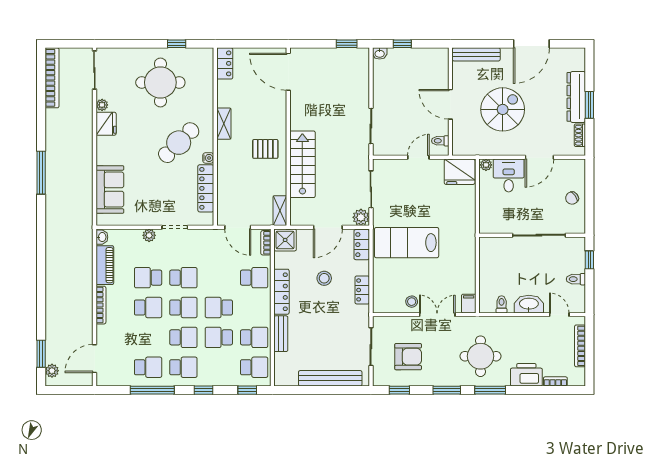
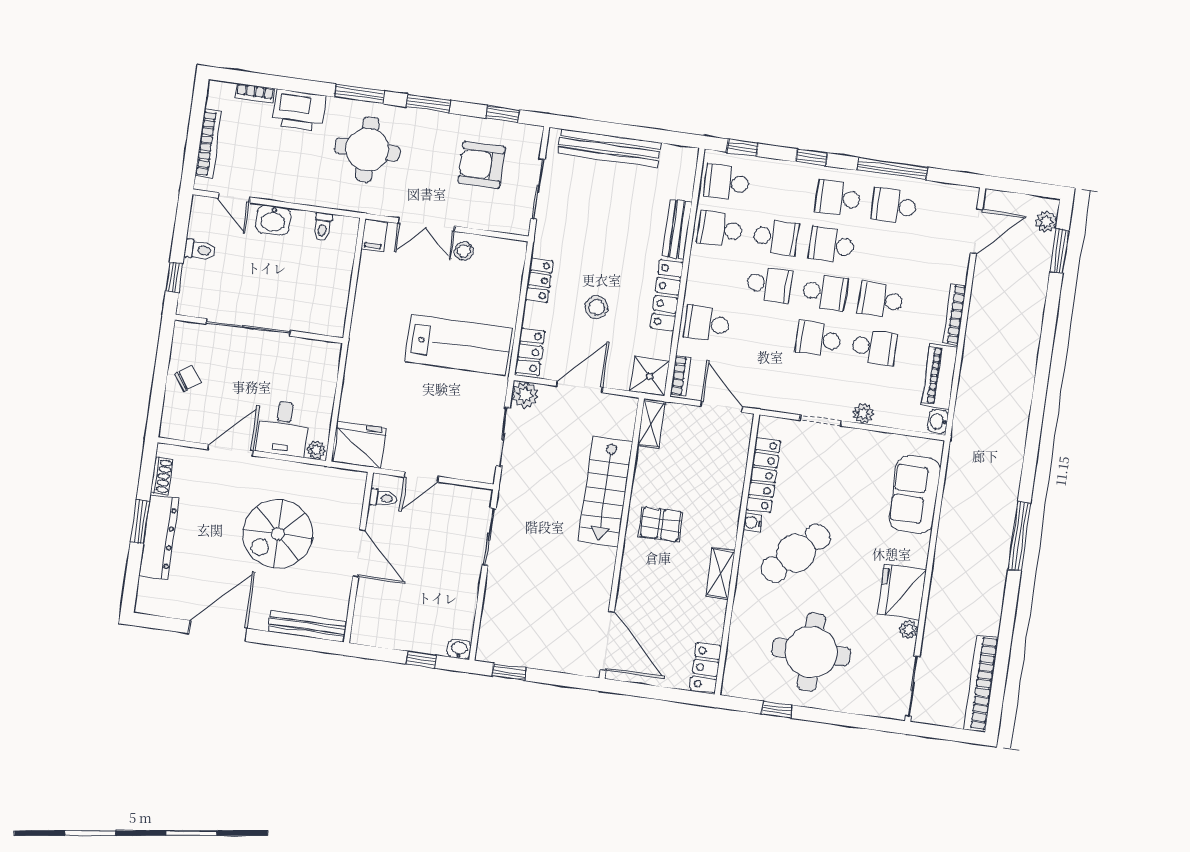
fridge: (106, 124) -> (902, 592), width x1.36, depth x1.34
washbasin: (529, 304) -> (273, 220), width x0.72
school desk: (183, 308) -> (825, 292), turned 180

